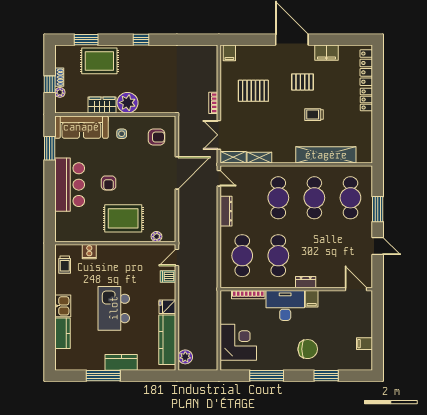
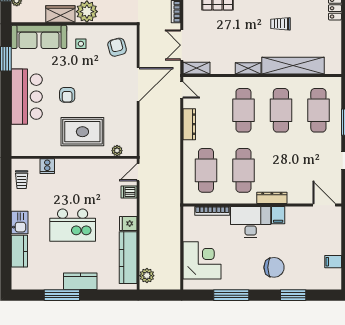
armchair: (157, 137) -> (117, 47), turned -105
shelving: (259, 158) -> (248, 68), moved
dresser: (306, 282) -> (272, 198), width x1.44
kitchen island: (114, 308) -> (73, 225), turned -90

